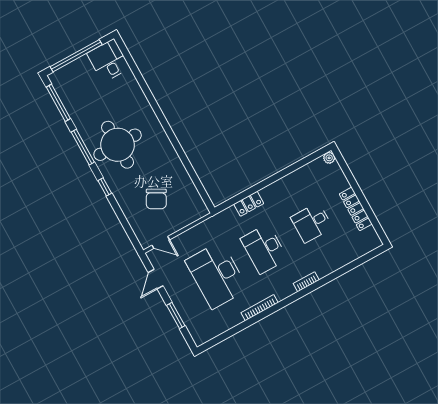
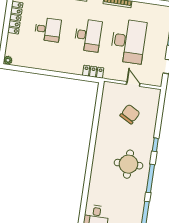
round table: (118, 145) -> (128, 164), width x0.73, depth x0.73
locker: (249, 204) -> (93, 72), moved
door: (161, 242) -> (133, 84), moved

